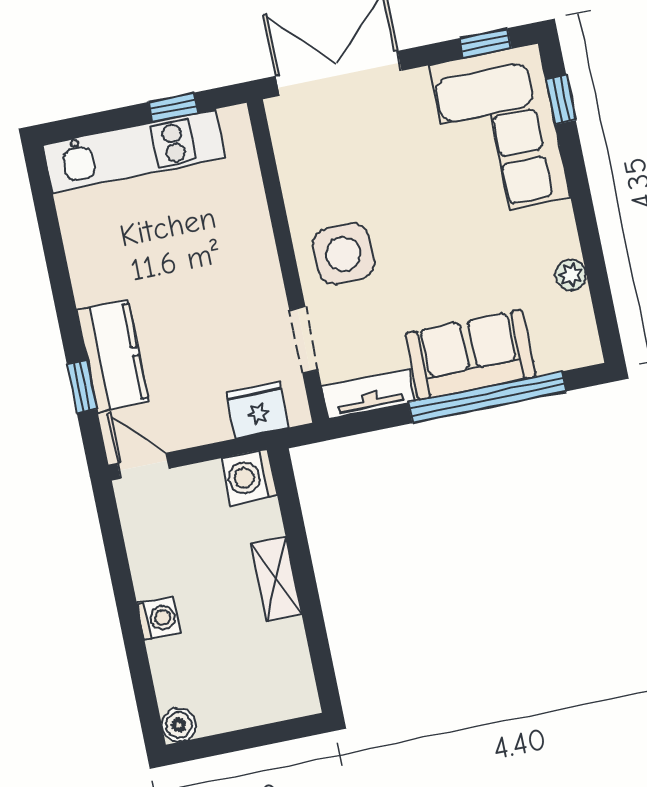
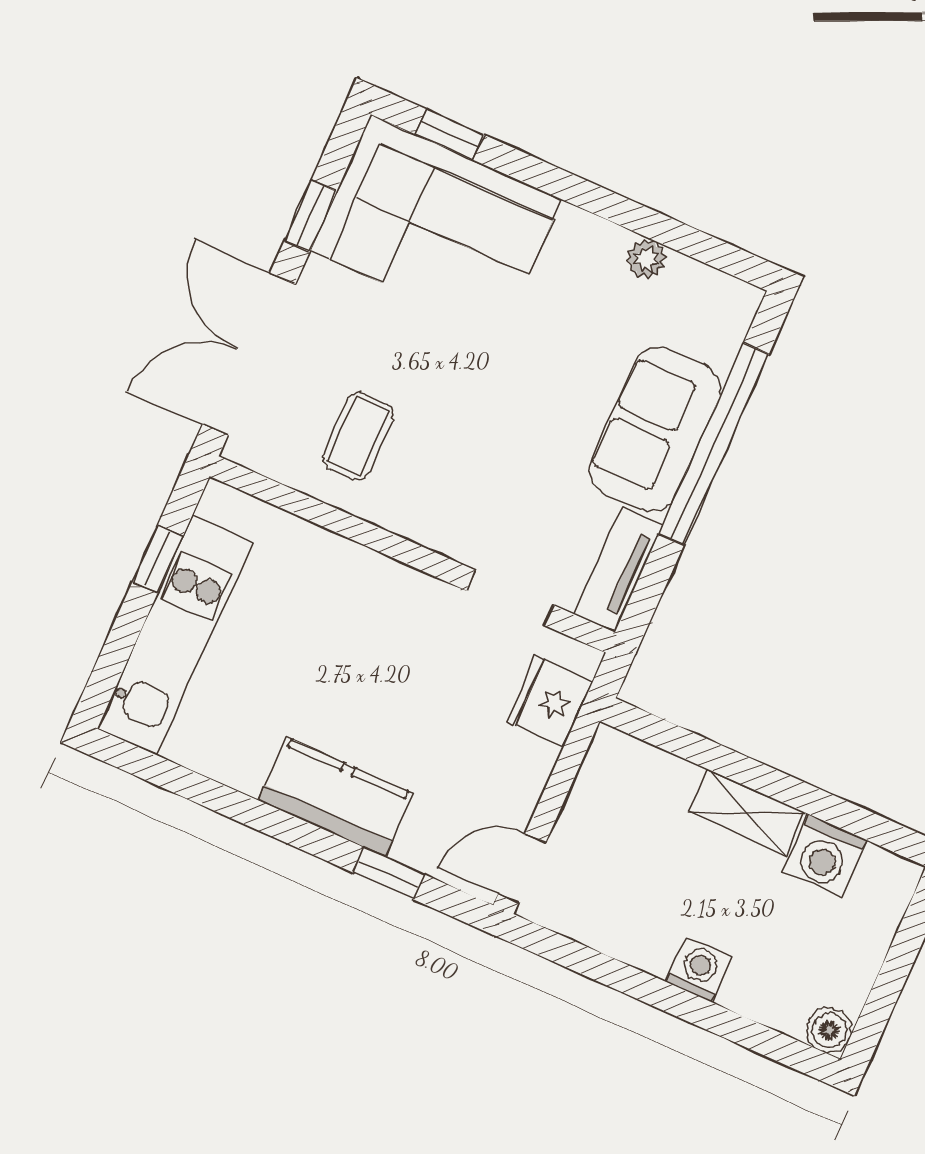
window: (485, 43) -> (310, 216), moved
coffee table: (336, 176) -> (358, 437), added
side table: (343, 254) -> (448, 489), removed
kitchen counter: (113, 356) -> (336, 797), moved
washing machine: (249, 477) -> (825, 856), moved

